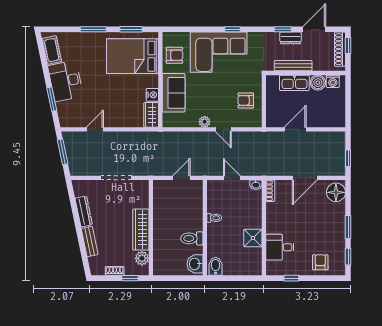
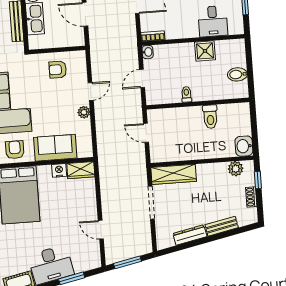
armchair: (246, 100) -> (58, 70), turned 90
wardrobe: (141, 230) -> (174, 174), moved
washbasin: (195, 264) -> (244, 146), moved, turned 90
bidet: (216, 266) -> (237, 74), moved

